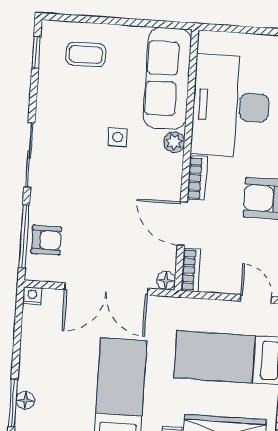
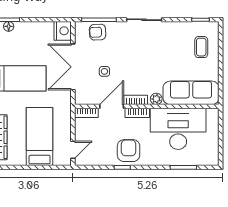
side table: (118, 137) -> (104, 71), moved
bookcase: (174, 180) -> (136, 100), added
armchair: (46, 240) -> (98, 32), turned 87
floor lamp: (166, 280) -> (80, 99), removed
nightstand: (32, 296) -> (63, 31), width x1.89, depth x1.79

